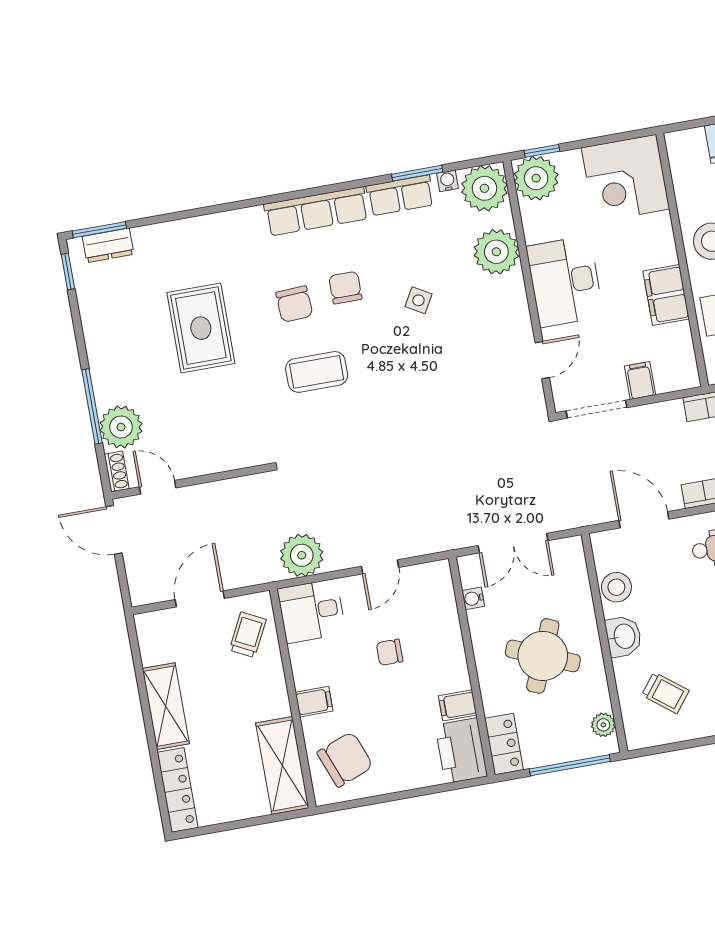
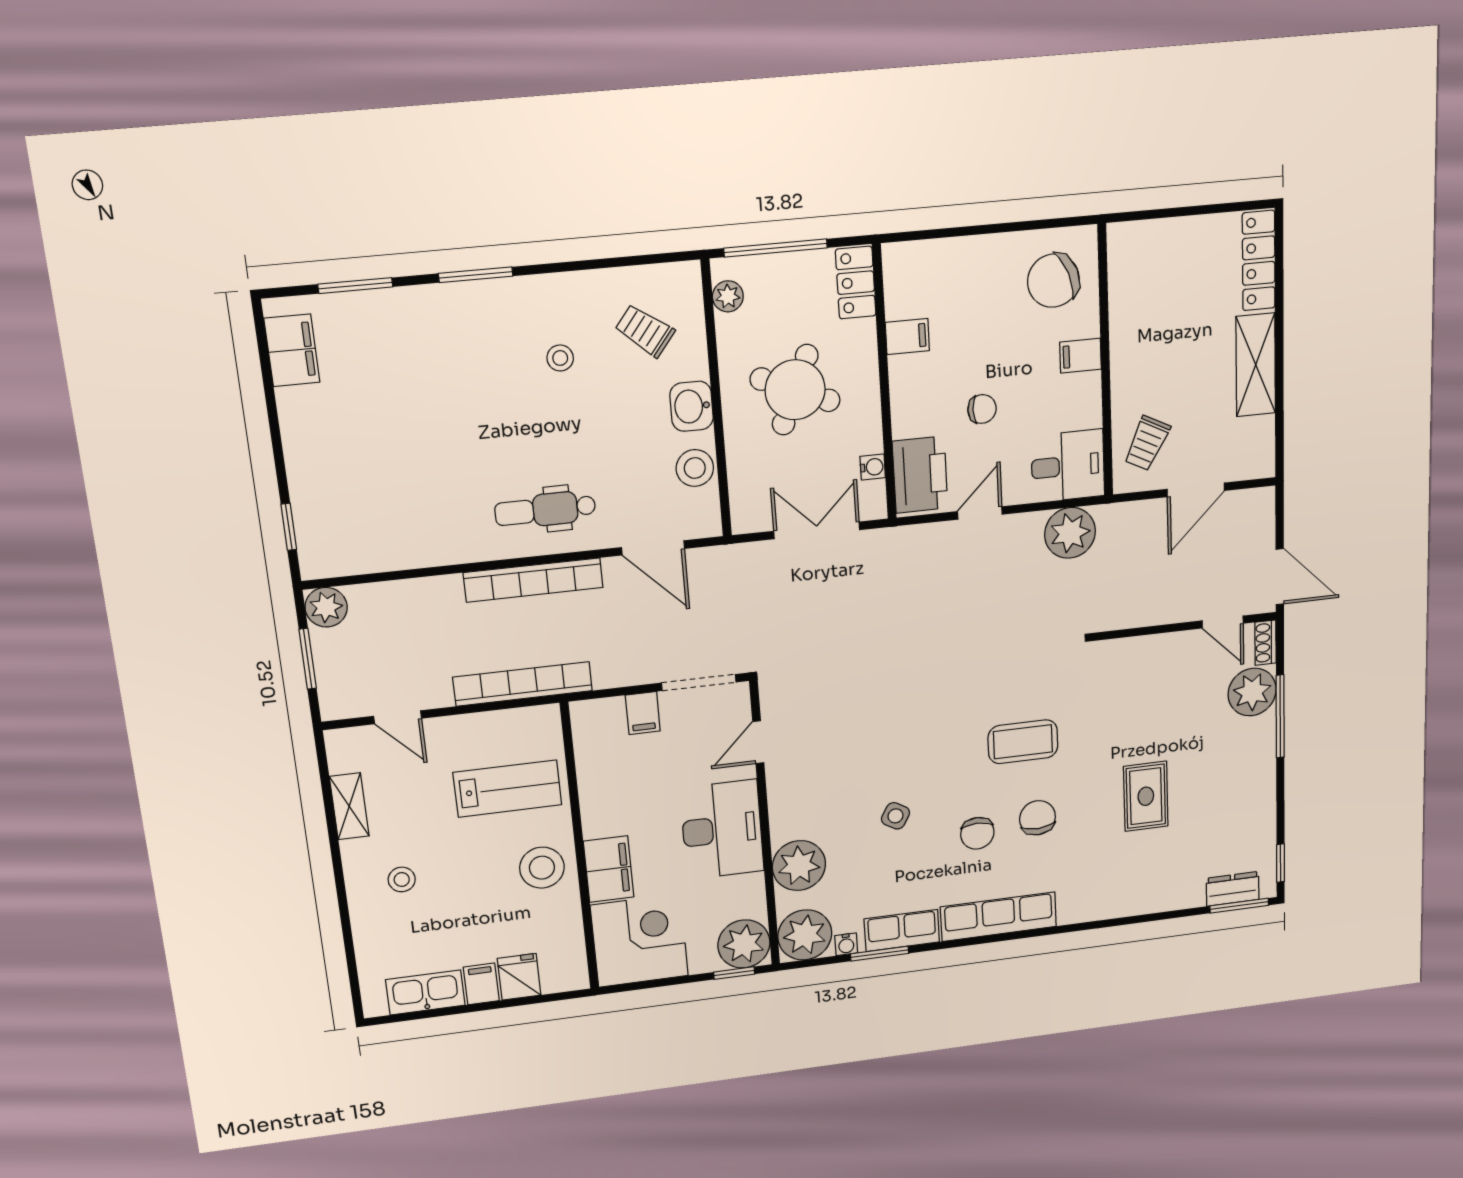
filing cabinet: (666, 295) -> (609, 869), moved
rug: (201, 328) -> (1146, 796), width x0.73, depth x0.70
printer: (461, 751) -> (920, 475), moved
shelving: (282, 766) -> (1130, 280), removed

